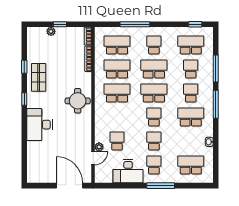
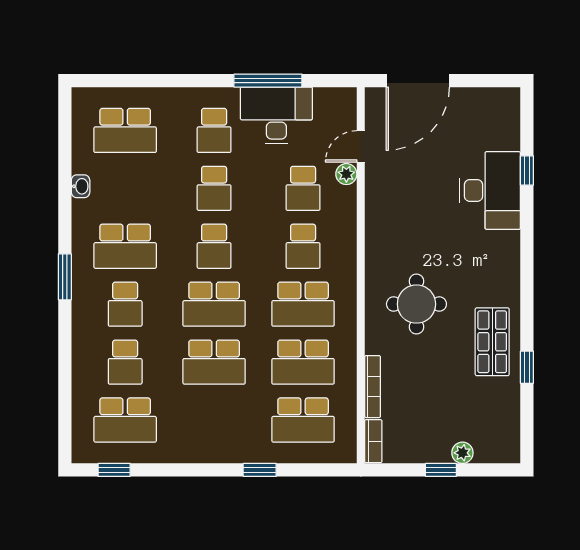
window: (135, 24) -> (260, 470), width x0.46
school desk: (154, 45) -> (303, 246), moved
window: (216, 68) -> (65, 363), removed
window: (24, 99) -> (527, 171), moved
round table: (78, 101) -> (416, 304), moved
window: (216, 104) -> (65, 277), width x0.69
desk: (40, 125) -> (490, 190), moved
door: (69, 186) -> (418, 81), hinge flipped
window: (161, 186) -> (268, 81), moved

